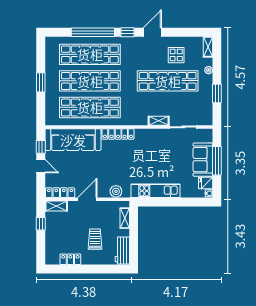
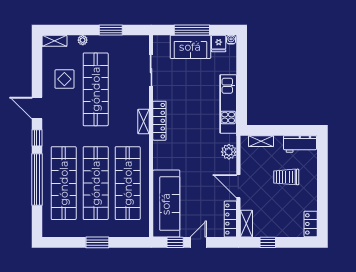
shelving: (159, 121) -> (143, 121), moved
locker: (118, 134) -> (159, 121), moved
locker: (70, 259) -> (311, 224), moved

